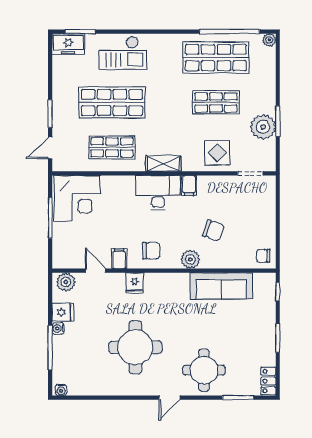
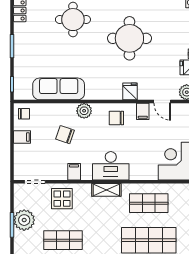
filing cabinet: (189, 186) -> (74, 172), moved
filing cabinet: (266, 228) -> (22, 137), added

